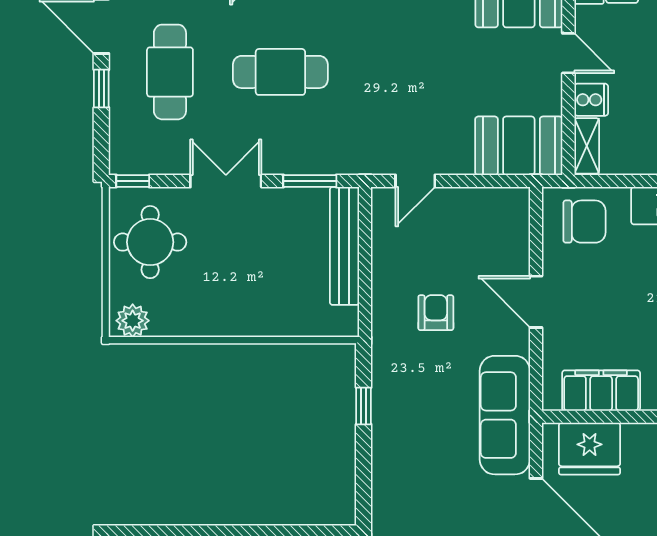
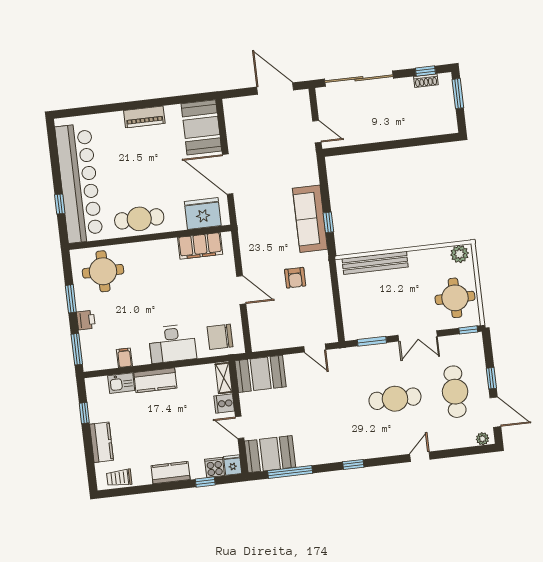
door: (415, 181) -> (315, 348), swing flipped
bench: (344, 246) -> (375, 263), moved, turned 90
sofa: (505, 415) -> (310, 219), moved, turned 180

